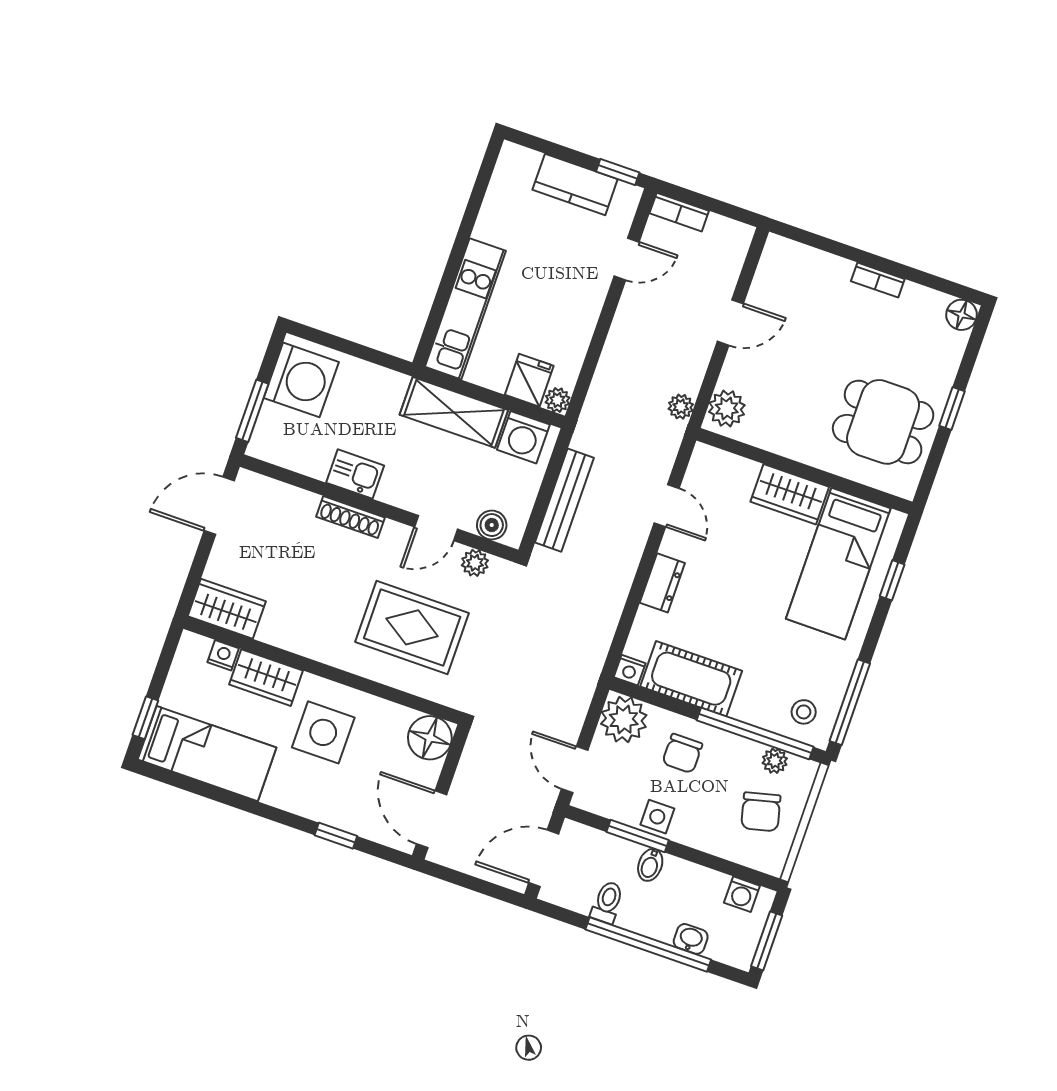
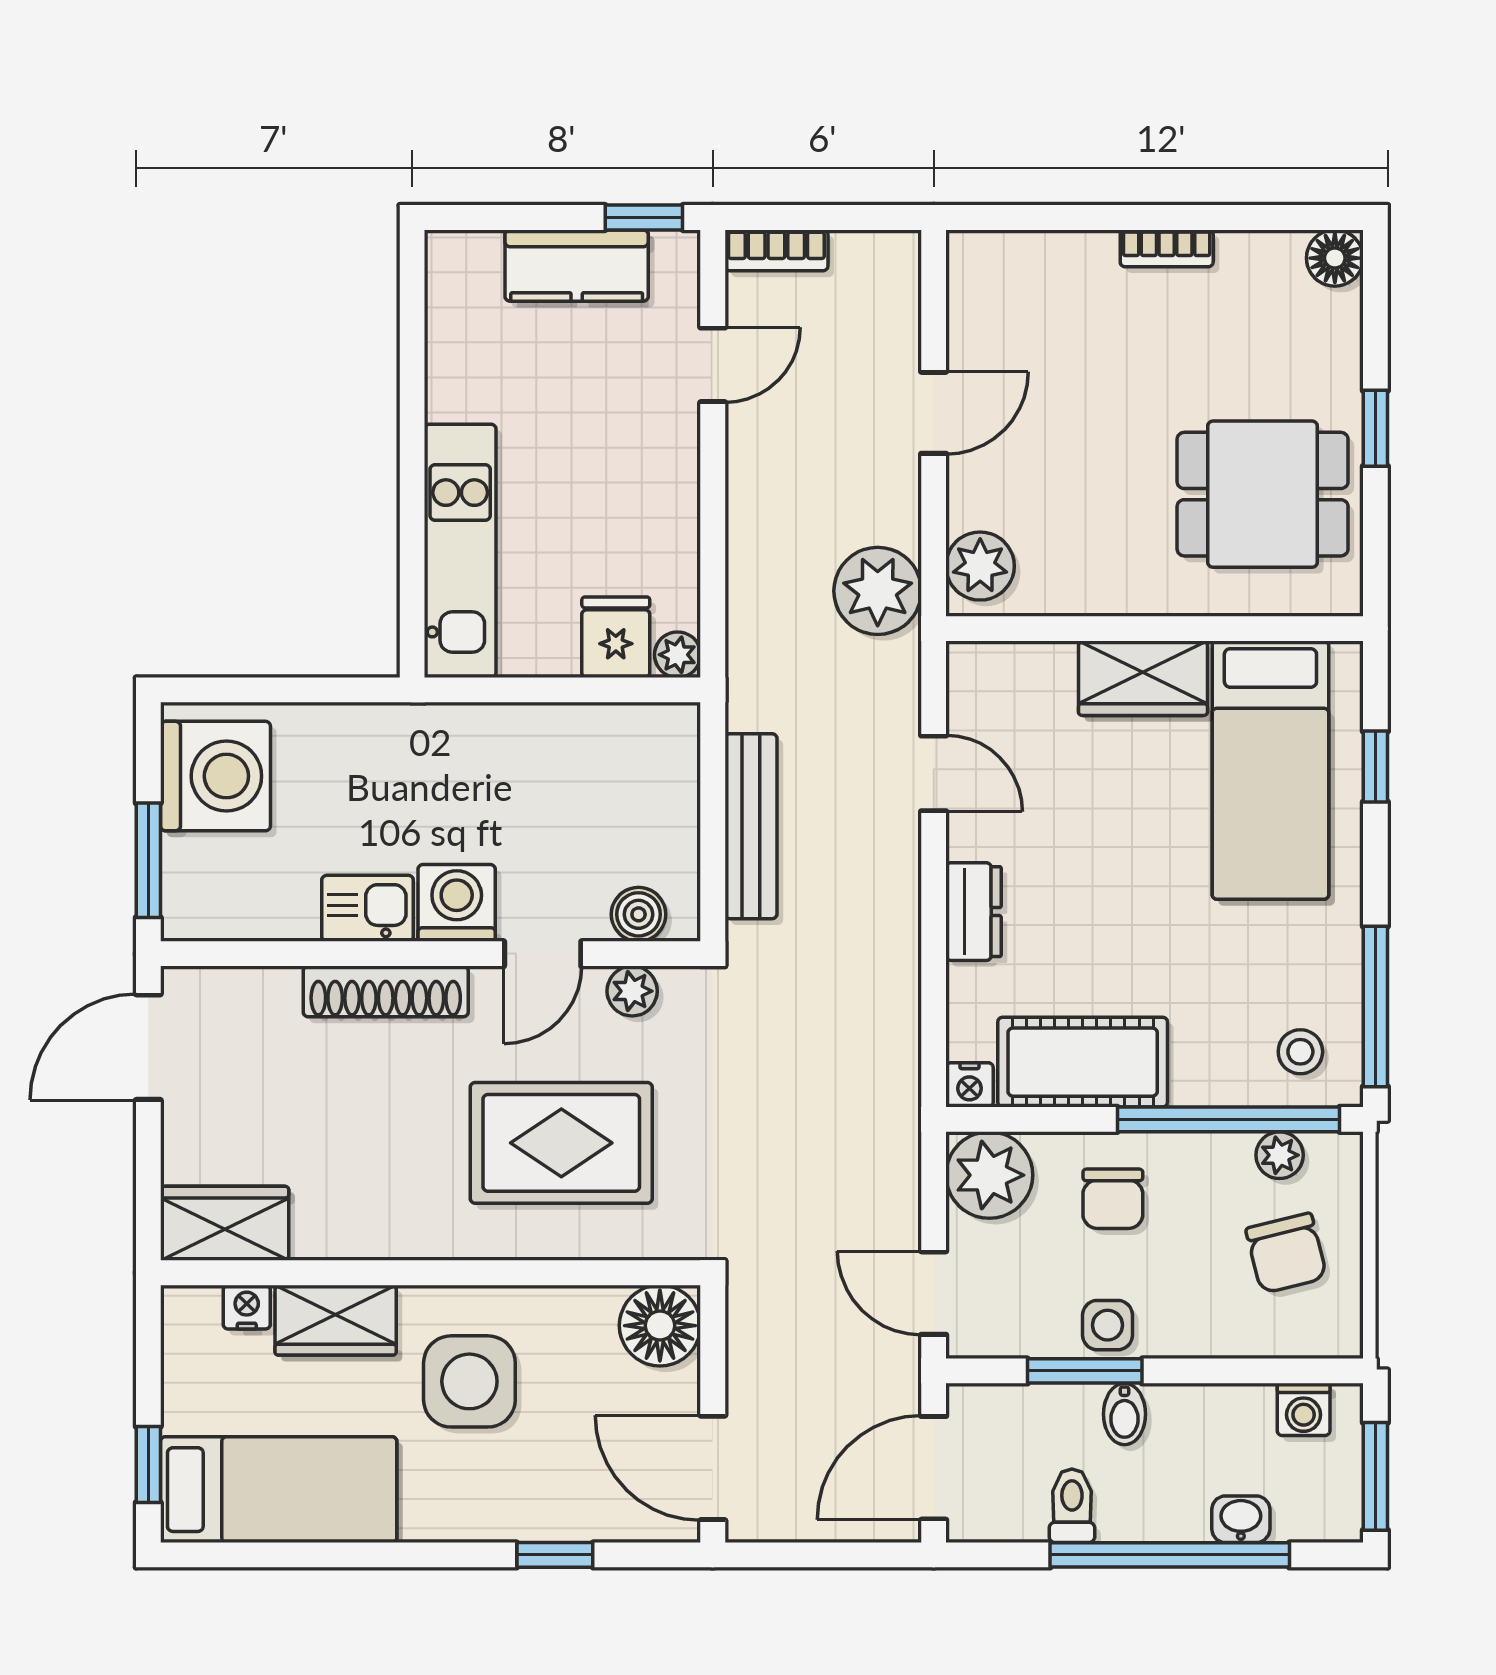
plant: (681, 407) -> (878, 591), width x1.88, depth x1.88
shelving: (454, 412) -> (503, 740), removed
washing machine: (523, 437) -> (457, 903), moved, turned 180
shoe rack: (350, 517) -> (386, 991), width x1.36, depth x1.24

